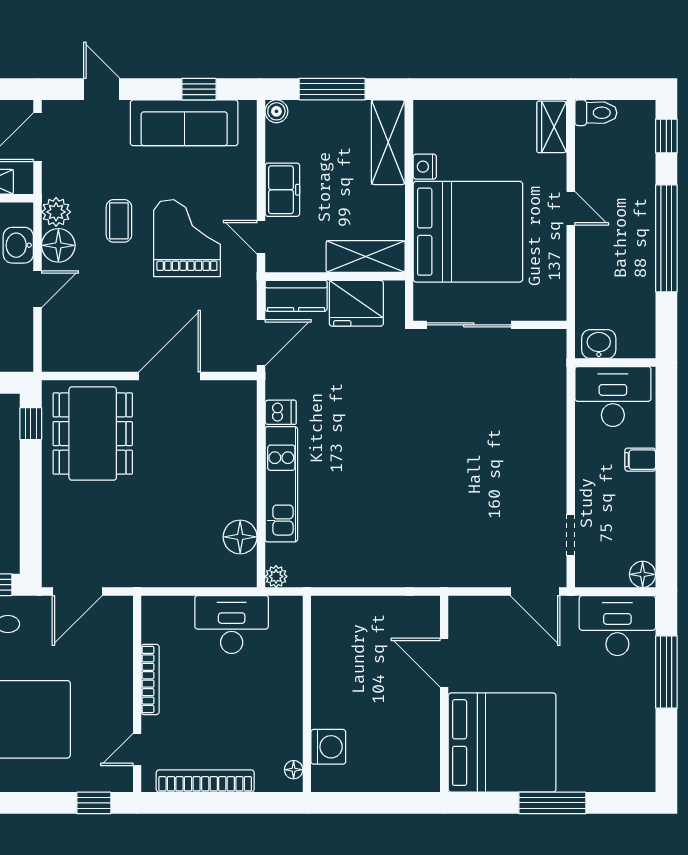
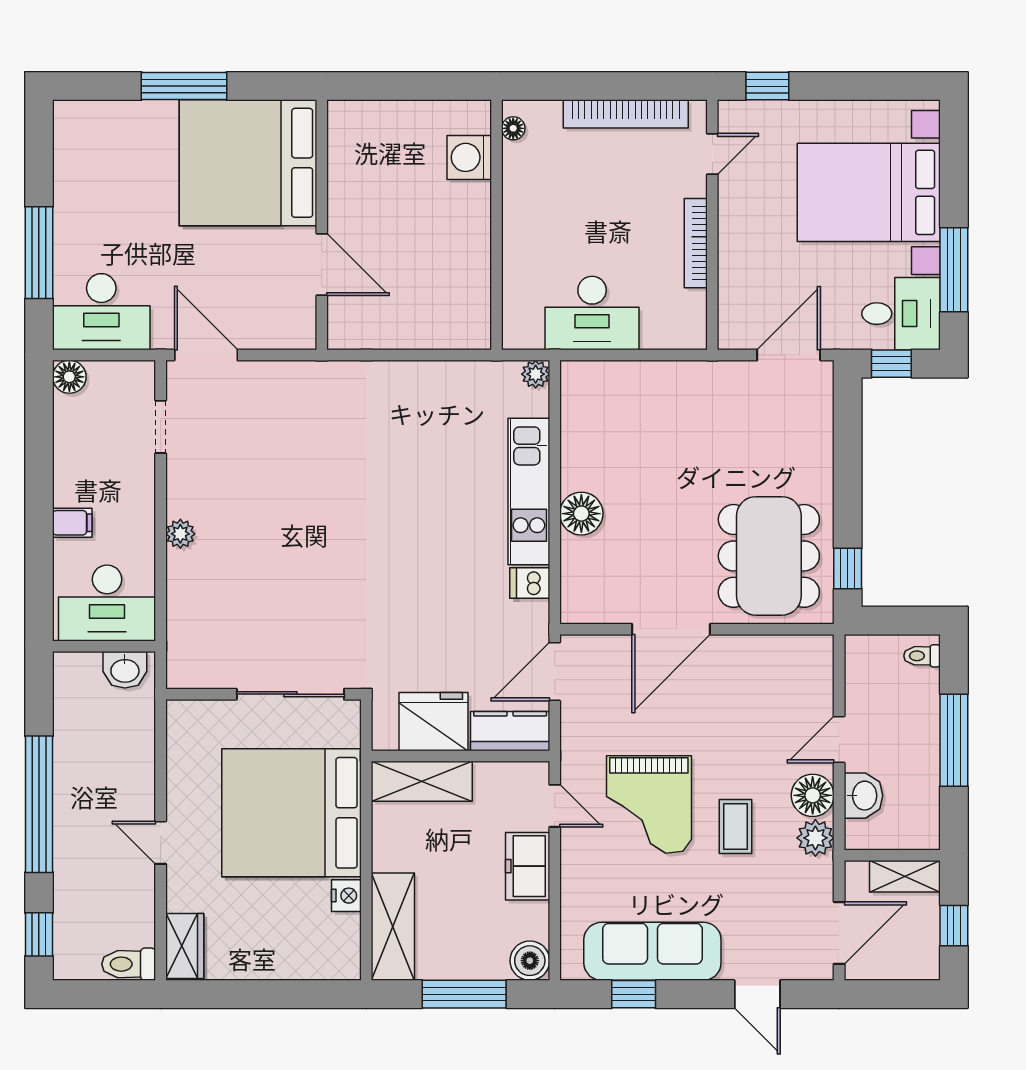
boiler: (276, 111) -> (530, 961), width x1.36, depth x1.36
plant: (555, 451) -> (180, 534), added
floor lamp: (240, 537) -> (581, 514), moved

